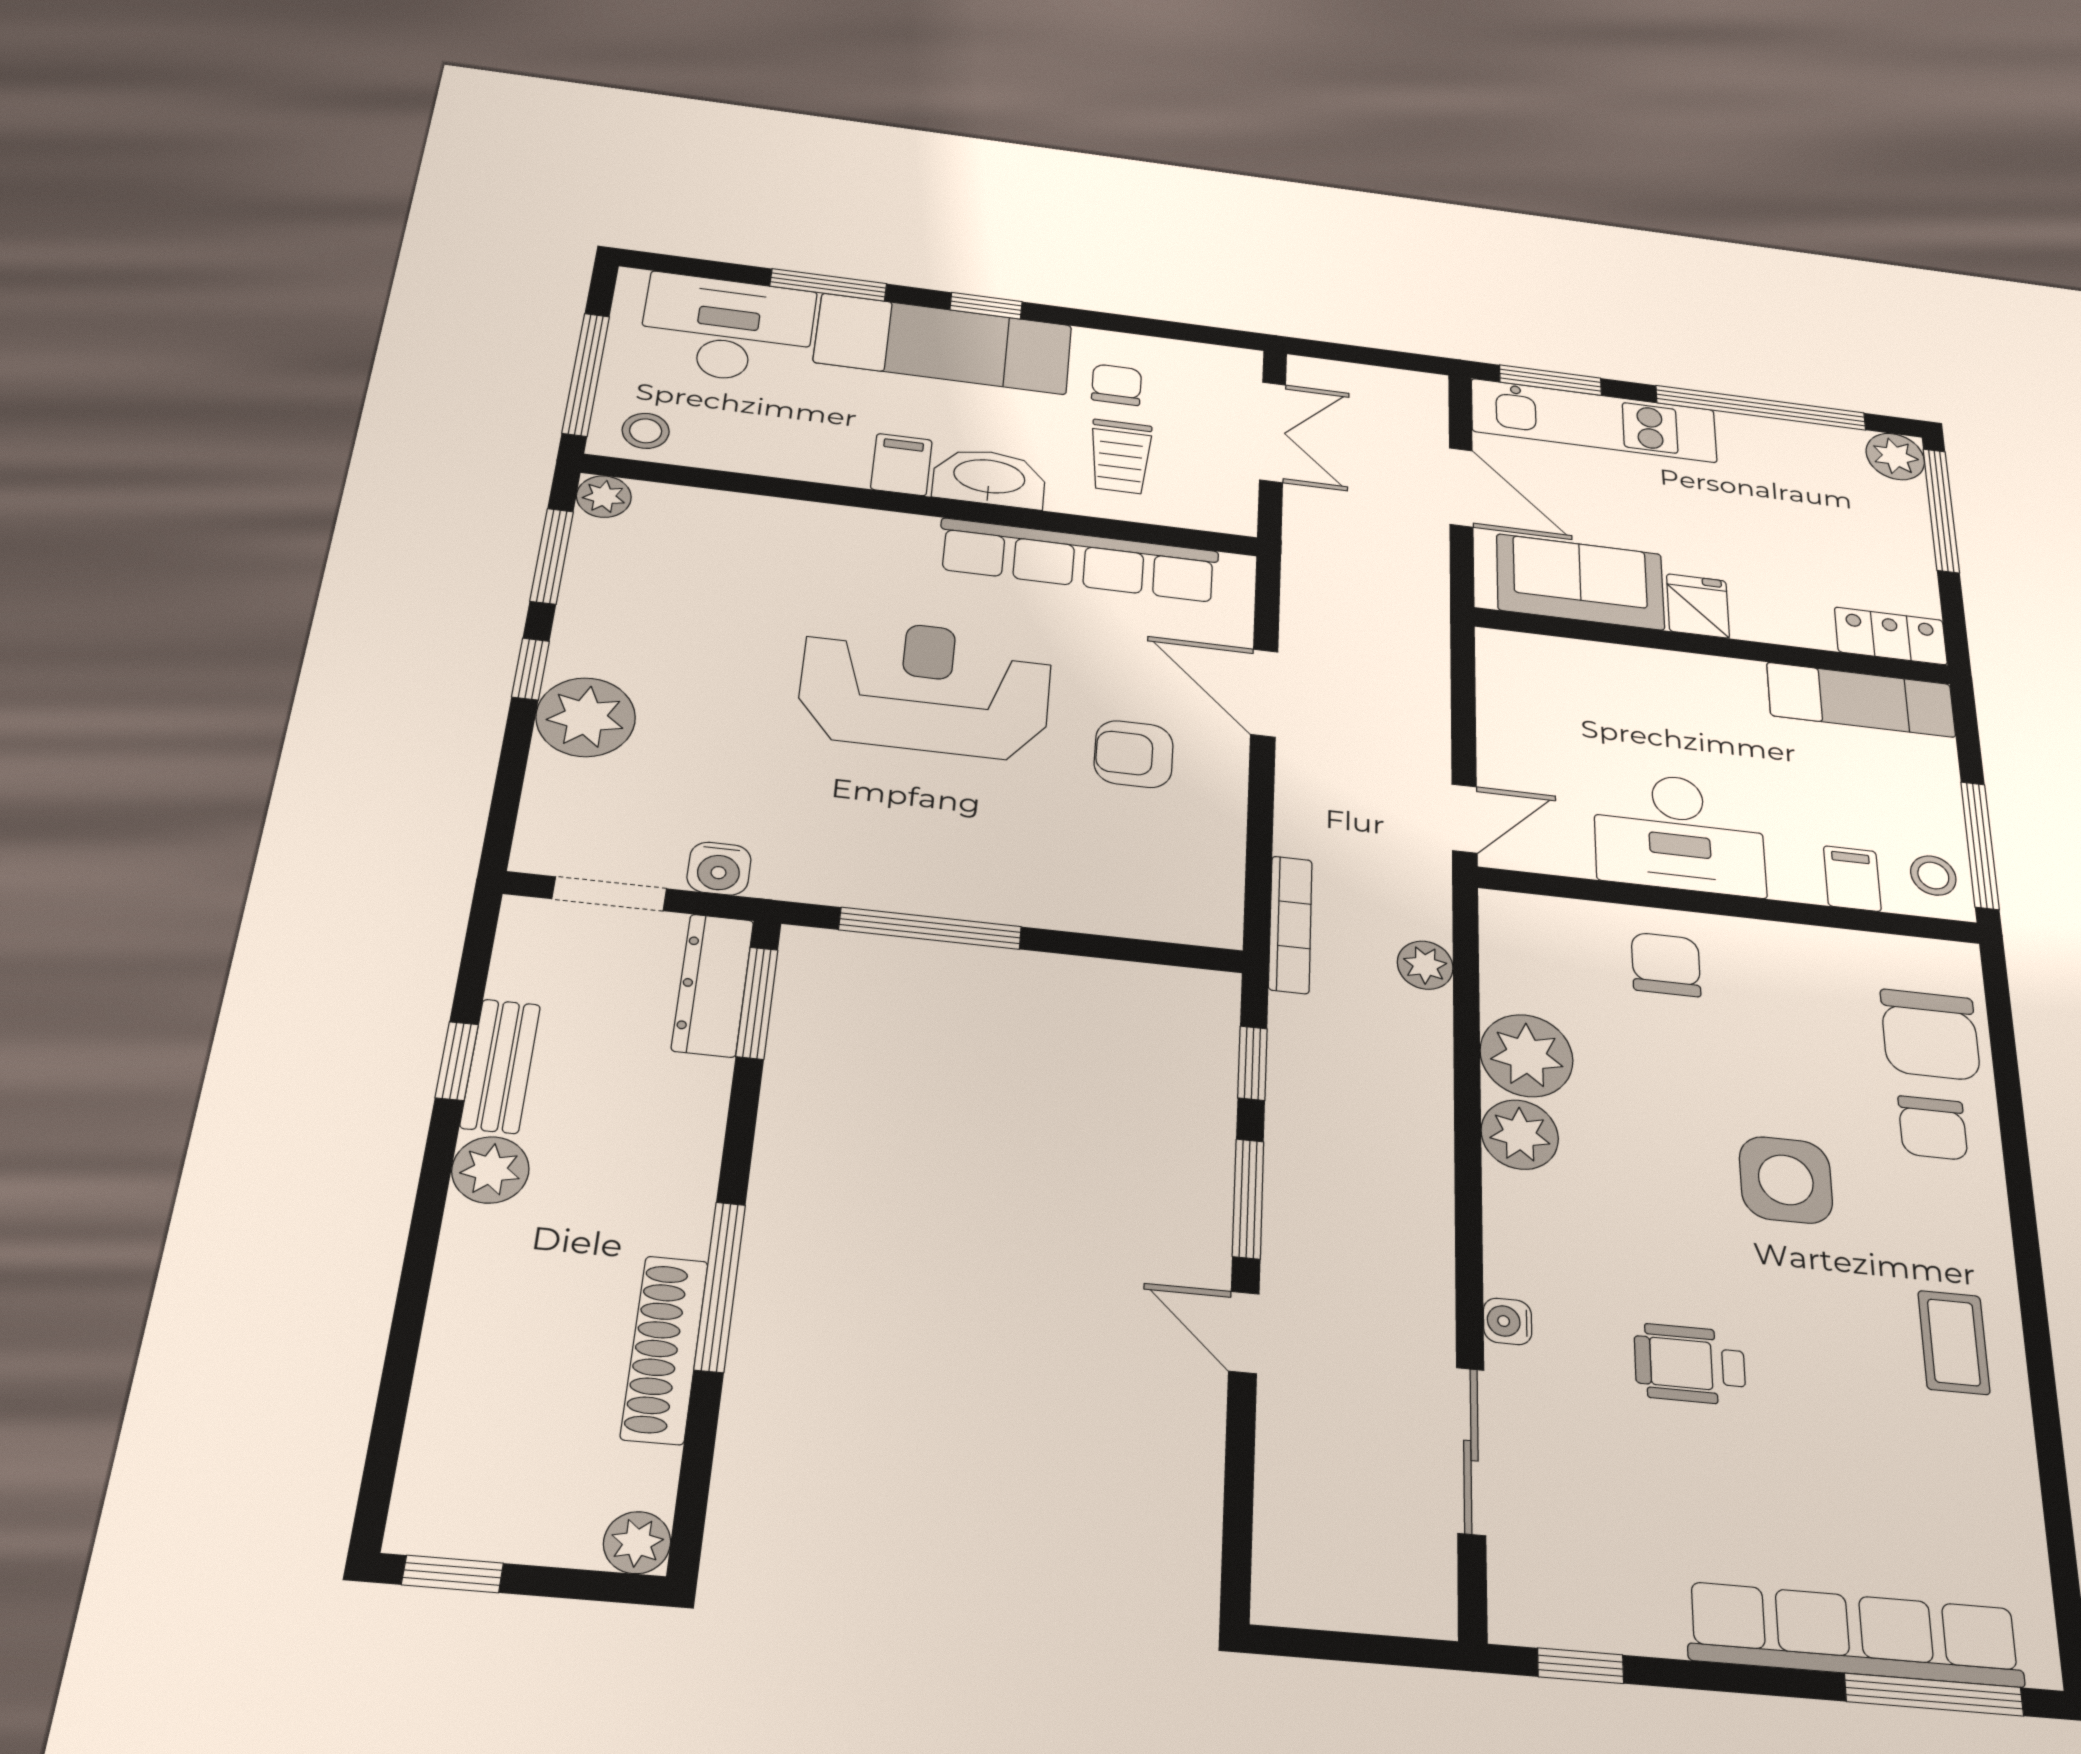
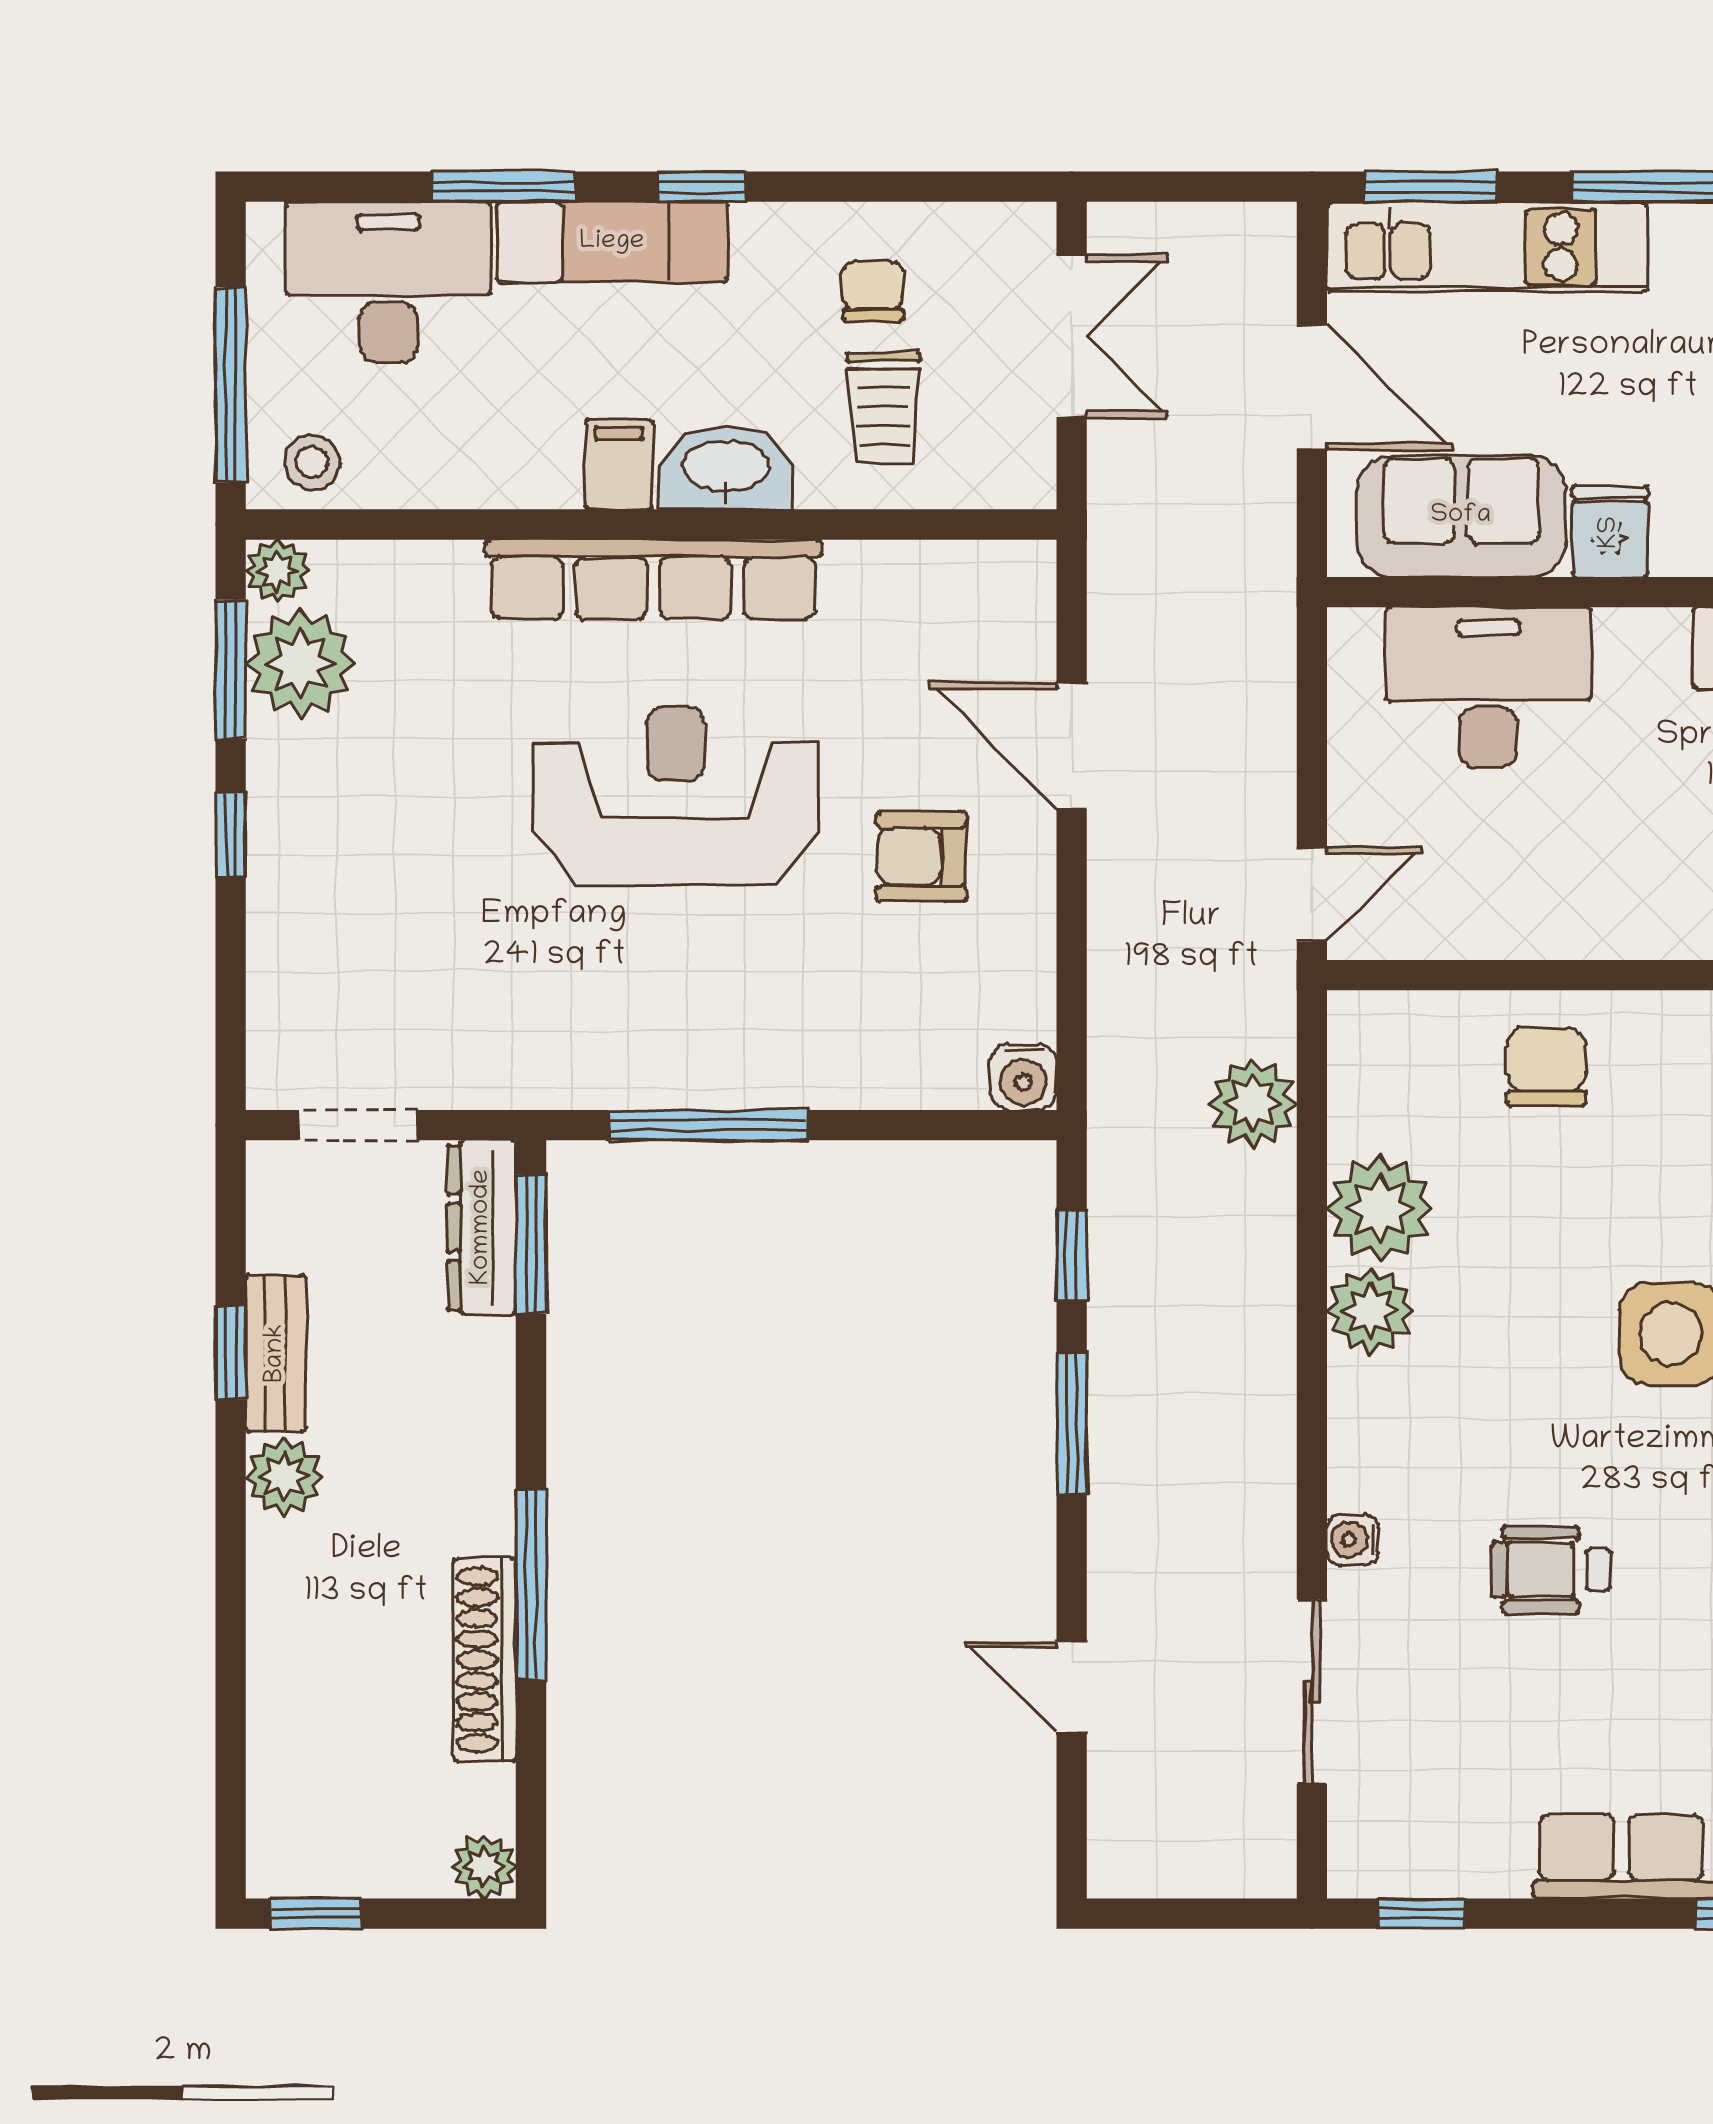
exam couch: (944, 344) -> (612, 242), width x0.73, depth x0.69
row of seats: (1079, 560) -> (653, 579), moved
plant: (586, 717) -> (300, 663), moved
desk: (1679, 833) -> (1488, 687), moved, turned 180
water cooler: (719, 869) -> (1023, 1077), moved
bookcase: (1290, 924) -> (1110, 1068), removed
plant: (1425, 965) -> (1253, 1103), width x1.38, depth x1.38
door: (1244, 1332) -> (1072, 1687), moved

